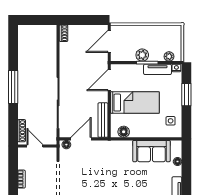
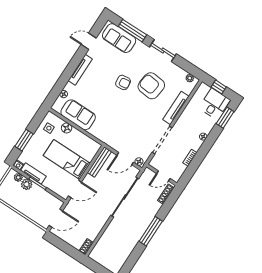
plant: (142, 55) -> (27, 184), moved
floor lamp: (124, 132) -> (67, 128), moved
door: (35, 146) -> (163, 176), hinge flipped

